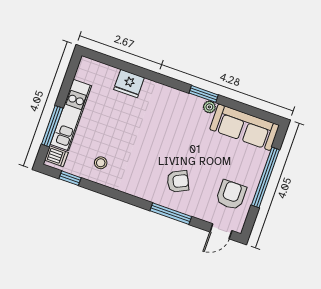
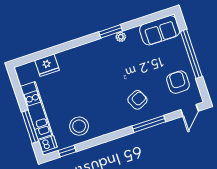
fridge: (129, 83) -> (47, 65), moved
sofa: (245, 127) -> (160, 30), width x0.73
stool: (101, 163) -> (79, 126), width x1.89, depth x1.89

